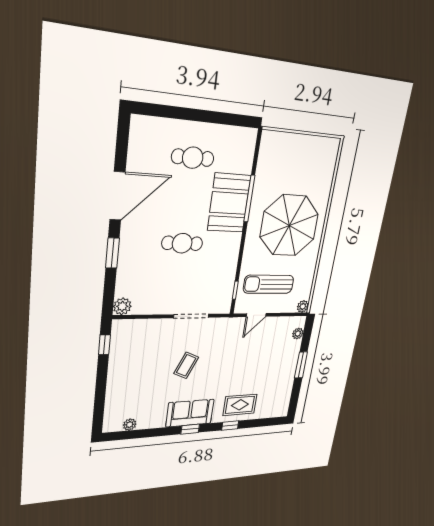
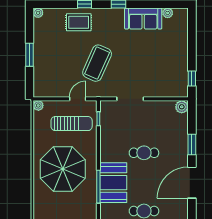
plant: (298, 334) -> (38, 13), moved
coffee table: (186, 365) -> (97, 63), moved, width x1.86, depth x1.72
sofa: (190, 413) -> (143, 19), moved

